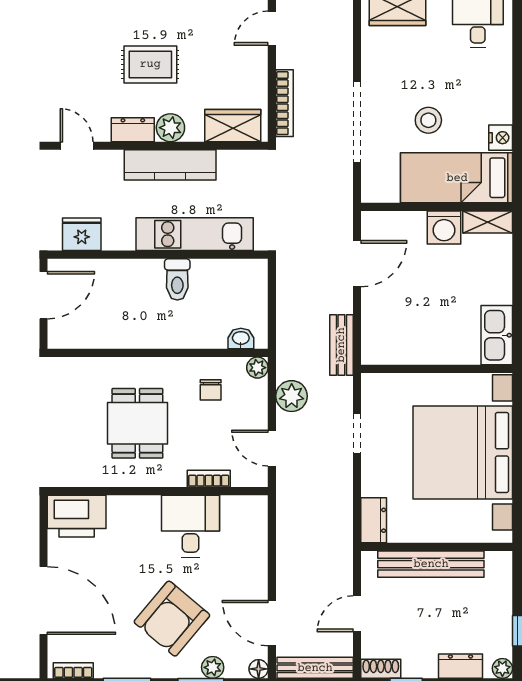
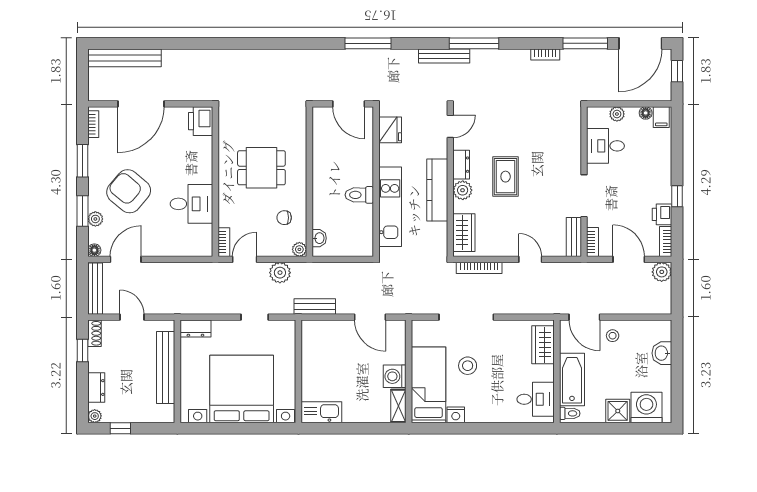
bookcase: (209, 479) -> (224, 242), moved
printer: (77, 516) -> (201, 121), width x0.73, depth x0.84

